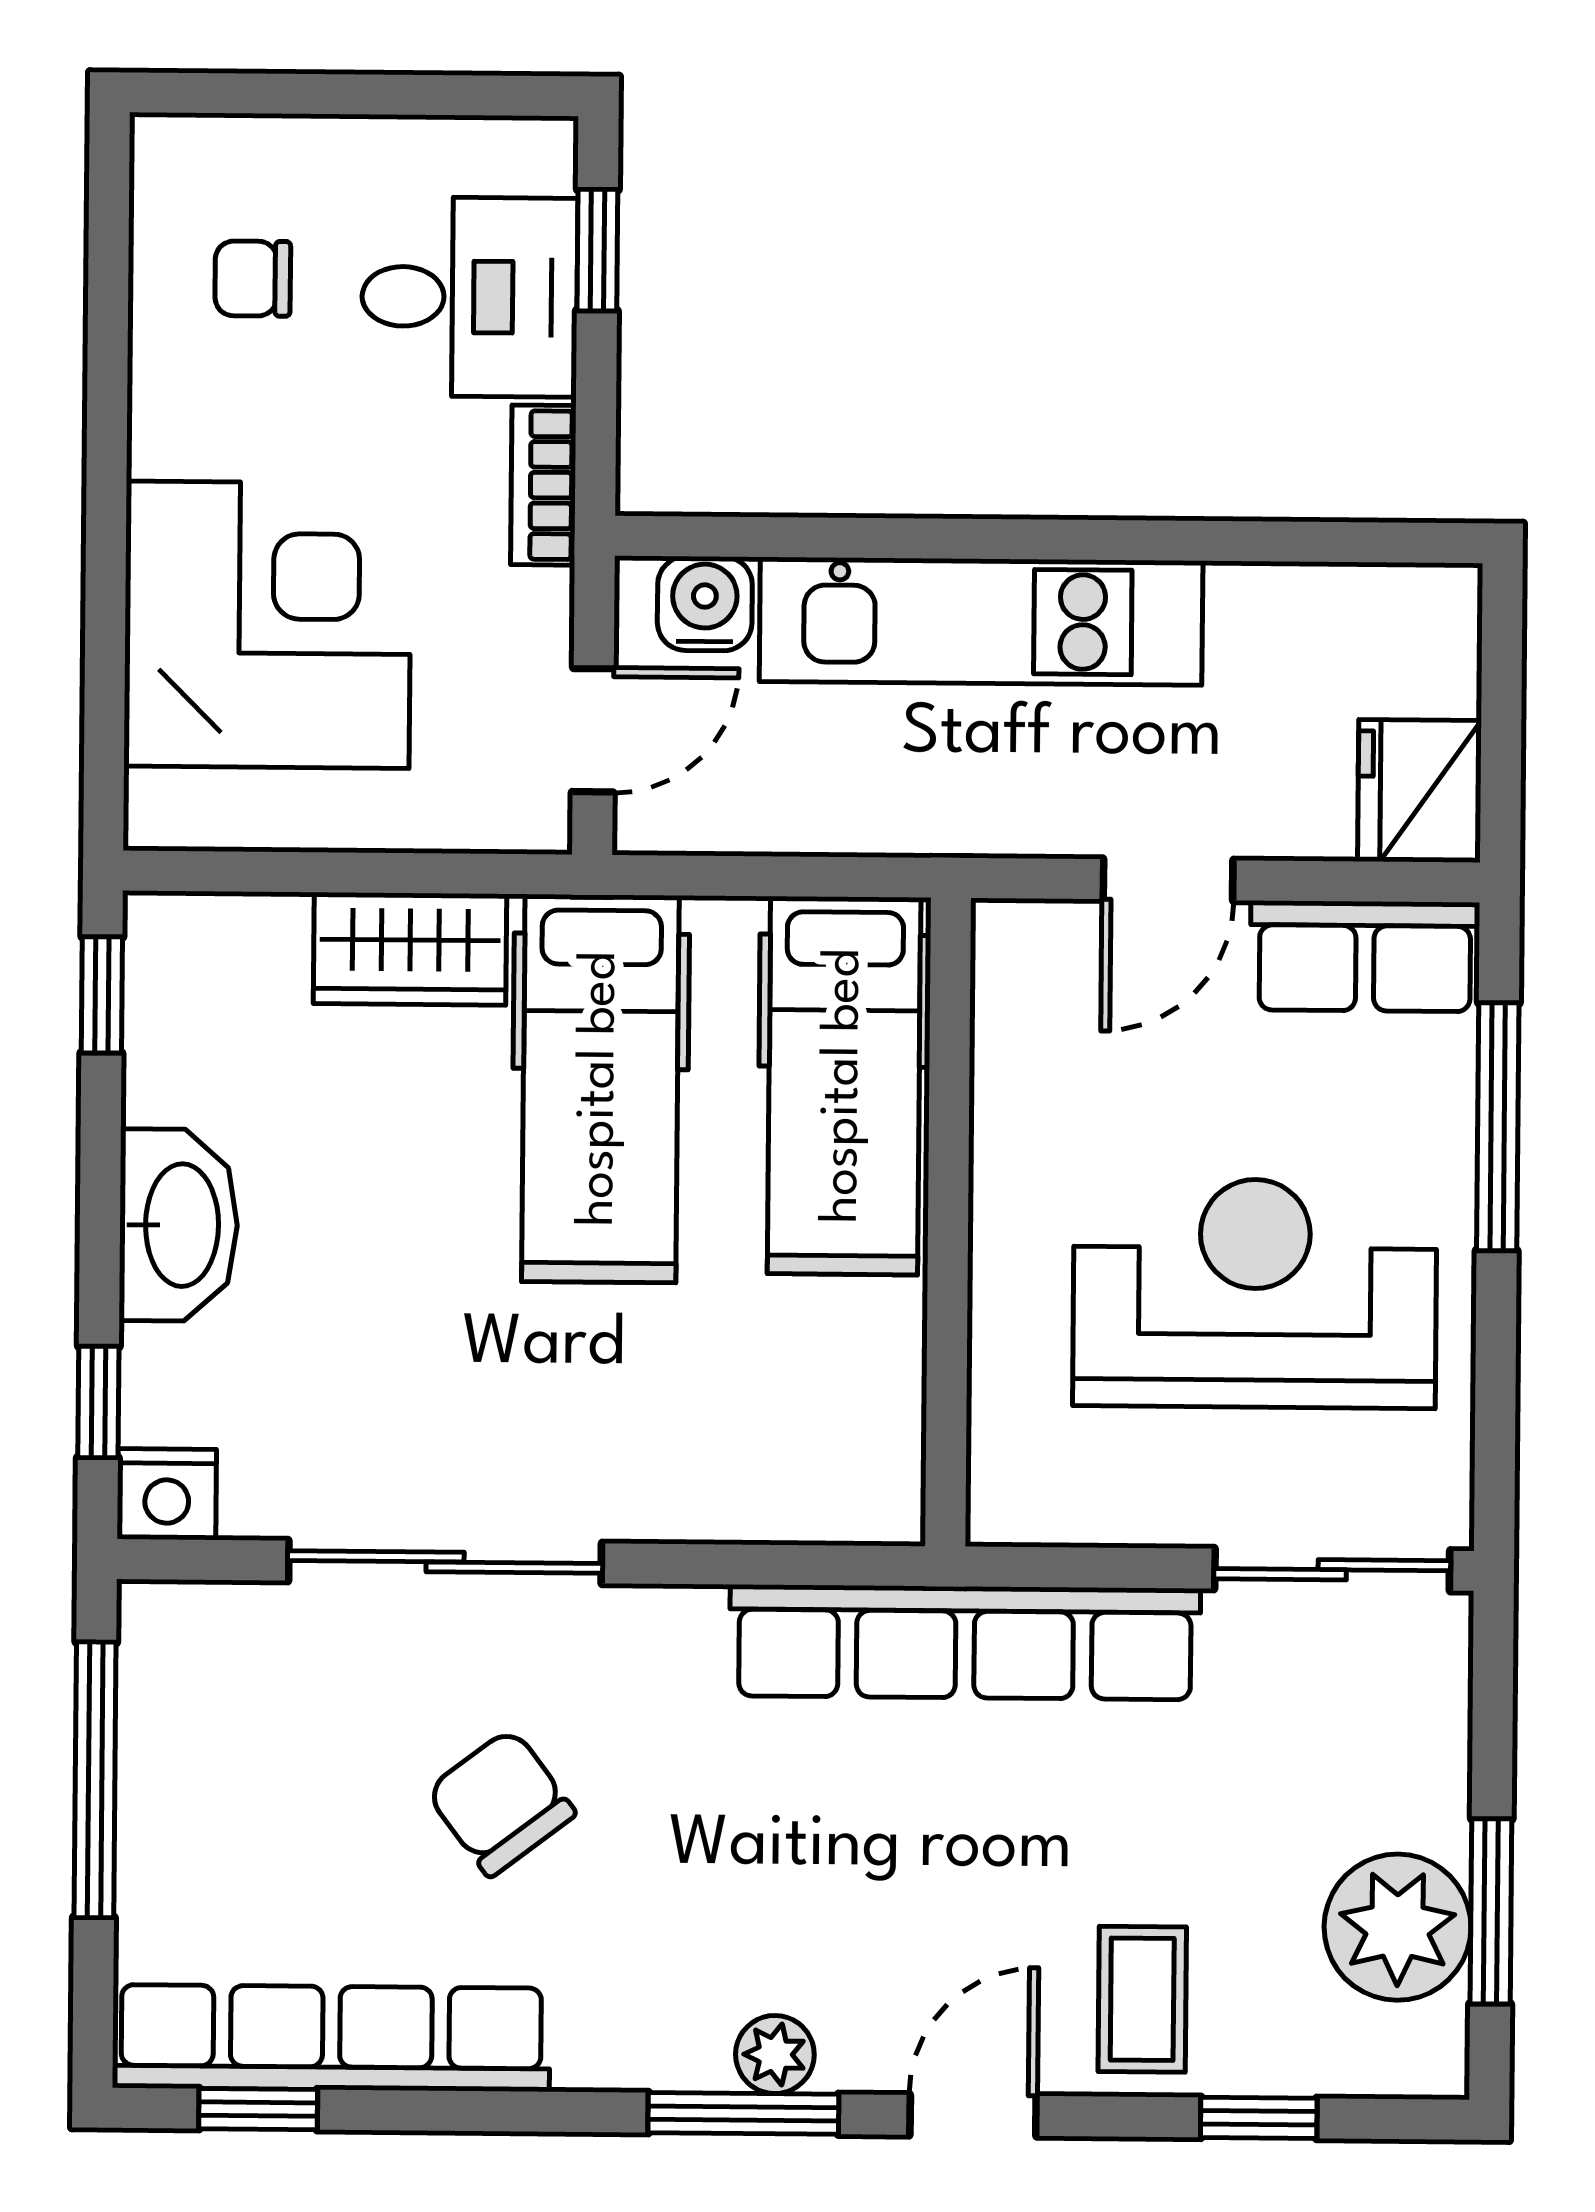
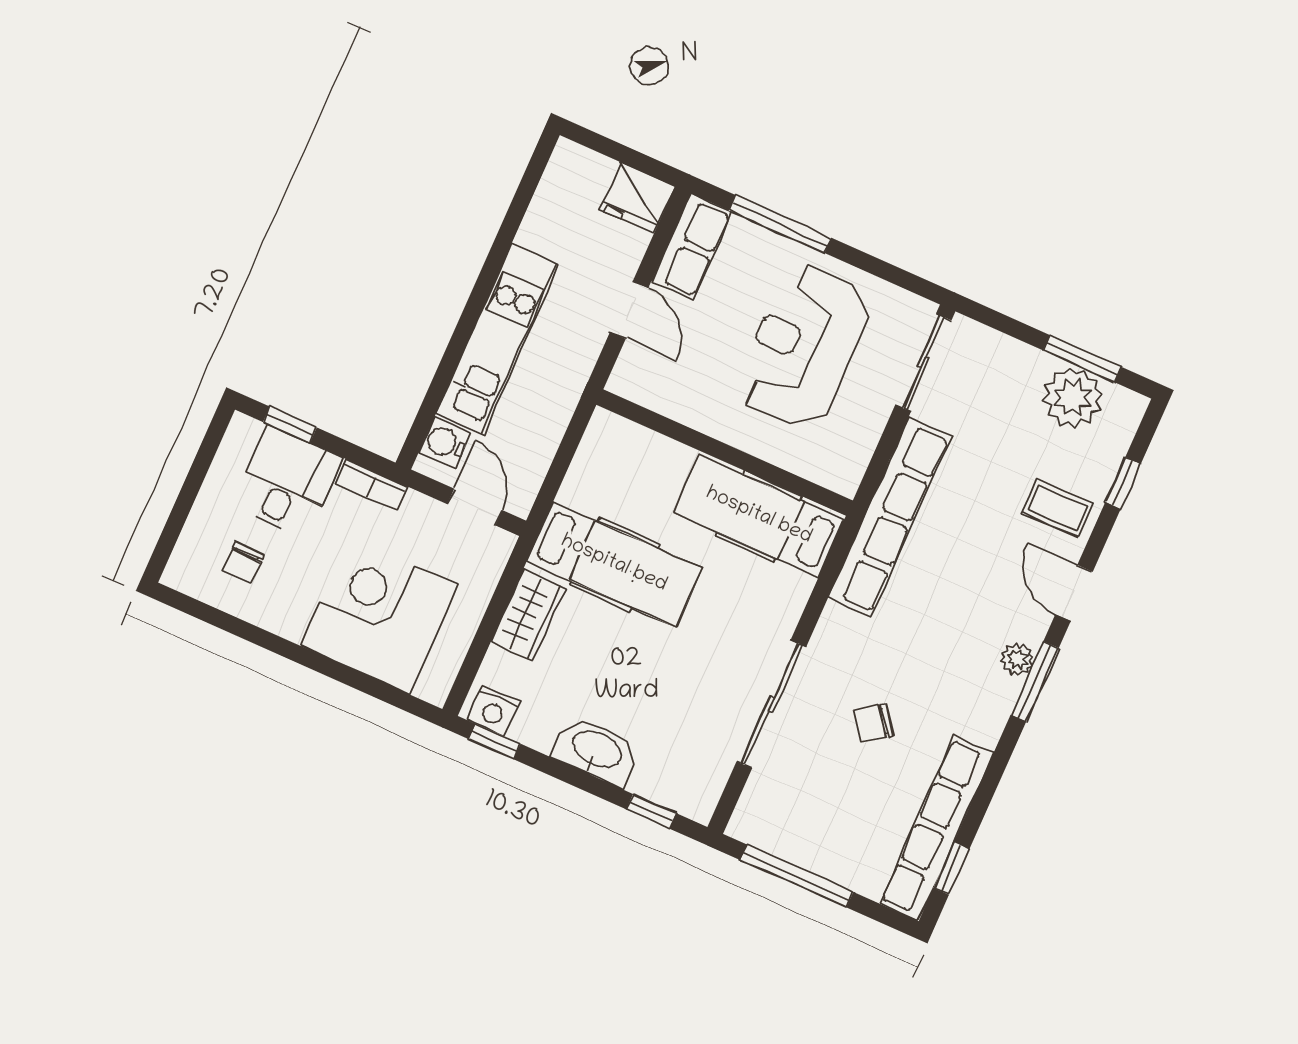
hospital bed: (844, 1086) -> (759, 516), moved, turned 180
nightstand: (167, 1494) -> (493, 711), moved, turned 90
chair: (501, 1803) -> (874, 723), width x0.73, depth x0.73

